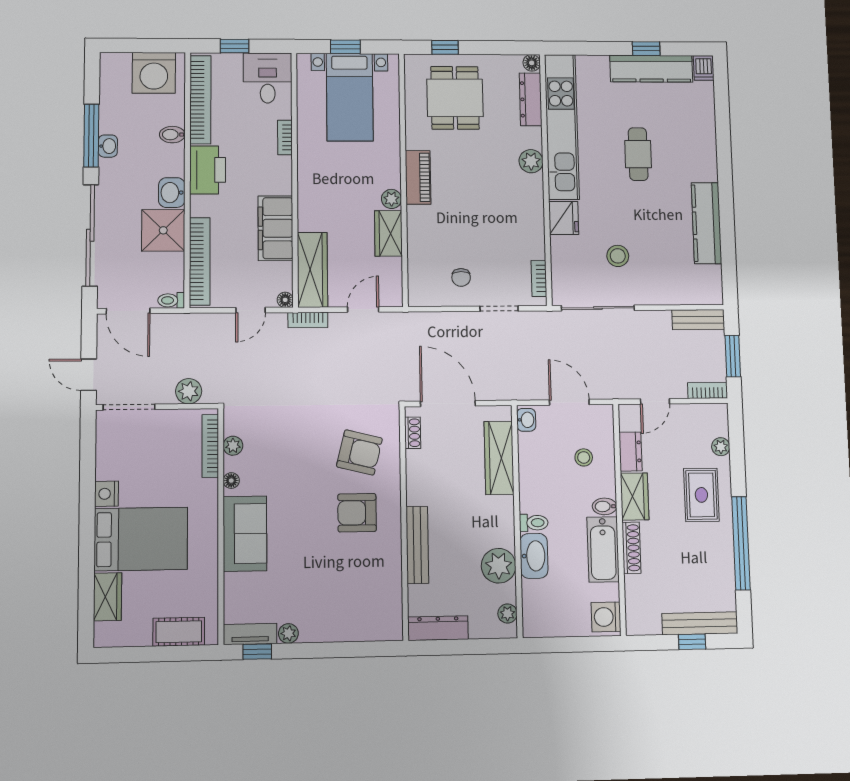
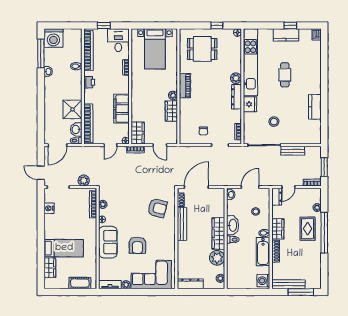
window: (345, 47) -> (153, 25), removed
window: (445, 47) -> (217, 25), moved
kitchen counter: (651, 69) -> (286, 35), width x0.67
washing machine: (154, 73) -> (53, 38), moved
dining table: (455, 98) -> (202, 49), turned 90
dresser: (531, 99) -> (237, 97), moved
window: (91, 136) -> (41, 54), moved
printer: (208, 170) -> (89, 82), width x0.53, depth x0.68
washbasin: (172, 193) -> (76, 129), moved
kitchen counter: (707, 223) -> (315, 107), width x0.67
sliding door: (90, 235) -> (41, 111), removed
wardrobe: (312, 270) -> (138, 133), width x0.67
door: (363, 309) -> (160, 145), swing flipped
door: (128, 311) -> (57, 145), hinge flipped
bench: (698, 320) -> (293, 151), moved
door: (569, 402) -> (250, 187), hinge flipped
door: (448, 404) -> (196, 187), hinge flipped
dresser: (631, 452) -> (277, 197), moved
wardrobe: (499, 458) -> (218, 233), moved
nightstand: (106, 494) -> (49, 208), moved
armchair: (357, 513) -> (137, 245), moved, turned -90
bed: (141, 539) -> (64, 248), width x0.67
window: (741, 543) -> (324, 233), moved
bench: (417, 545) -> (182, 224), moved
washbasin: (534, 556) -> (233, 225), moved
corner sofa: (347, 608) -> (151, 275), added
bench: (700, 623) -> (288, 284), moved
window: (692, 642) -> (301, 292), width x2.17
window: (257, 652) -> (113, 292), removed

